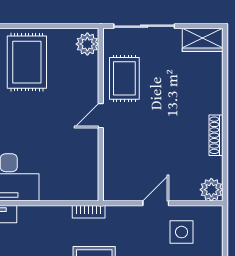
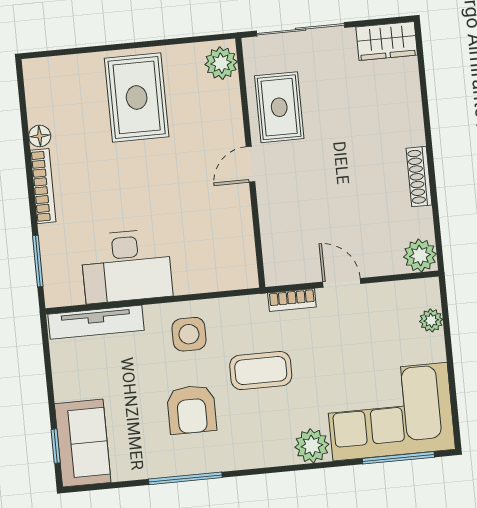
door: (156, 203) -> (342, 283), hinge flipped
bookcase: (89, 212) -> (292, 300), moved
side table: (182, 232) -> (189, 334), moved
plant: (215, 235) -> (431, 320), added

